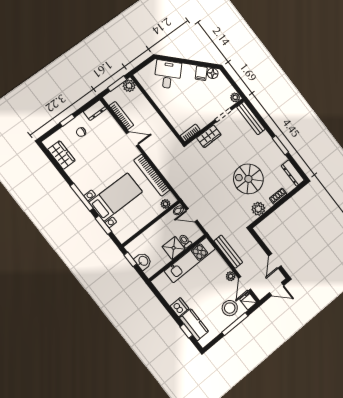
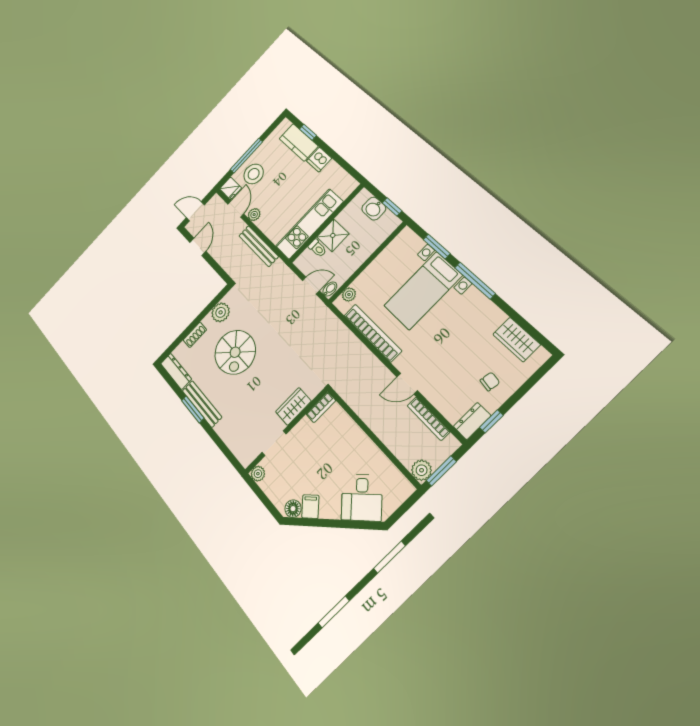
bench: (251, 118) -> (202, 404), moved
window: (67, 120) -> (491, 421), moved
spiral stairs: (248, 179) -> (235, 352), turned 90

